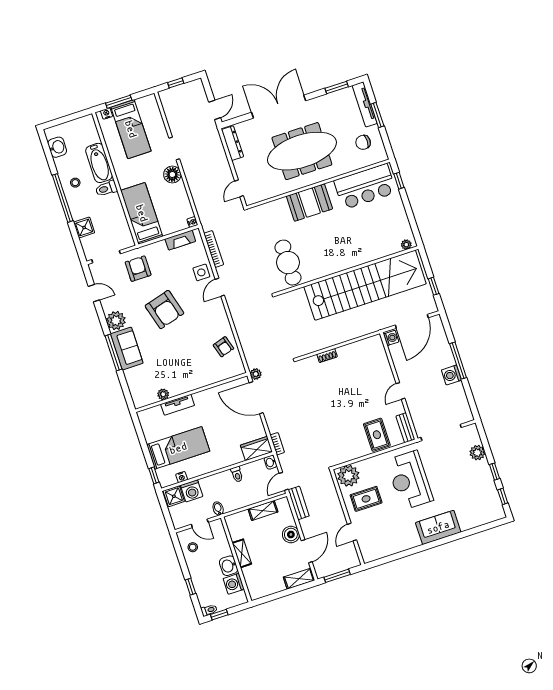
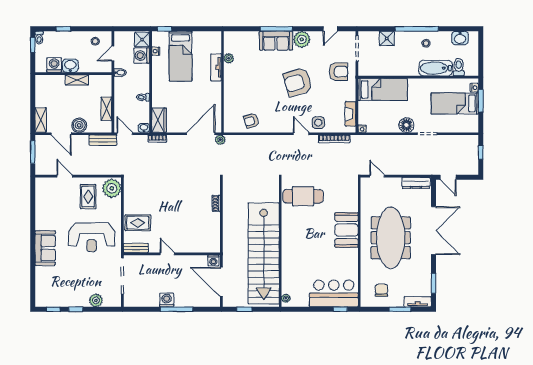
tv unit: (365, 104) -> (418, 302), width x0.71
bar counter: (365, 187) -> (334, 293), moved, turned 90
toilet: (106, 189) -> (459, 67), moved
reception desk: (410, 480) -> (92, 237), turned 180

